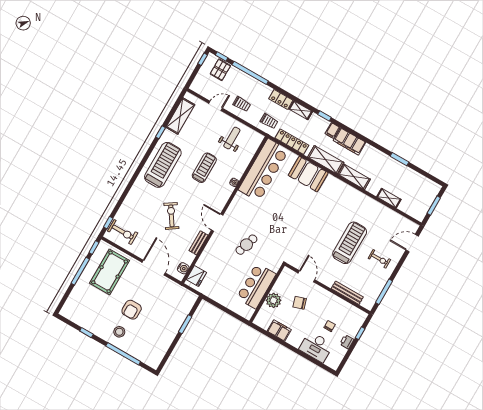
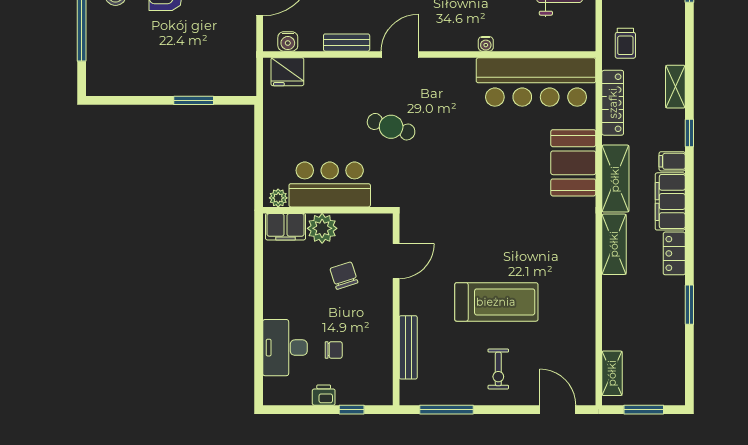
locker: (281, 99) -> (674, 253), moved
shelving: (389, 198) -> (612, 373), moved
plant: (249, 312) -> (278, 198), added
filing cabinet: (279, 330) -> (285, 227), moved, turned 90

